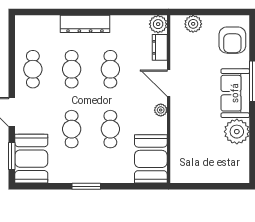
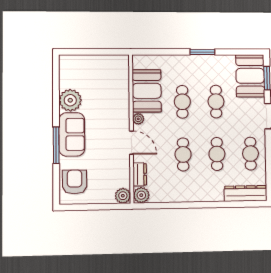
dresser: (85, 24) -> (246, 193), moved
plant: (193, 24) -> (123, 196), moved
booth: (151, 159) -> (147, 91), moved

